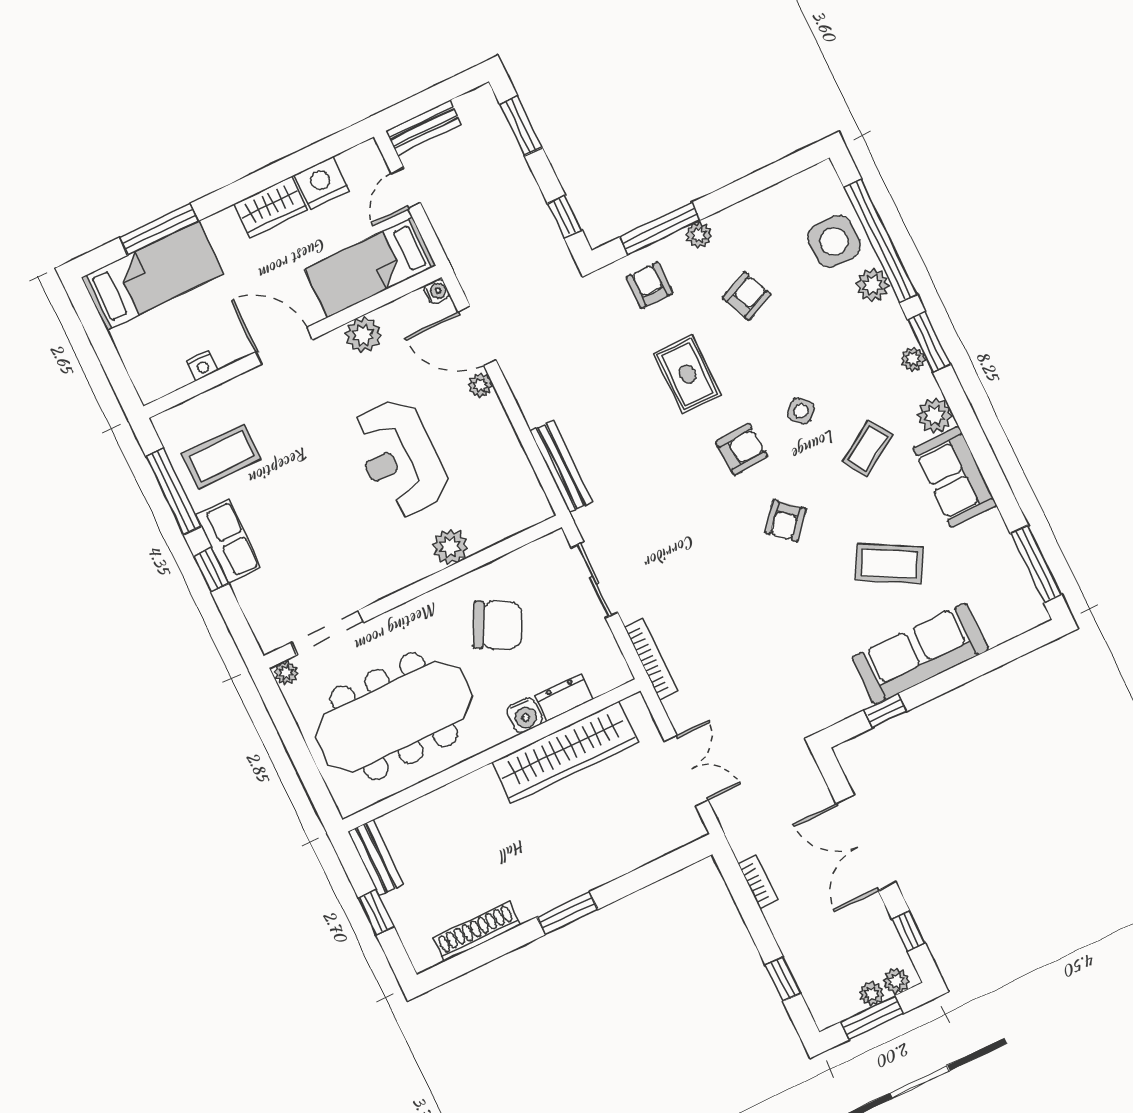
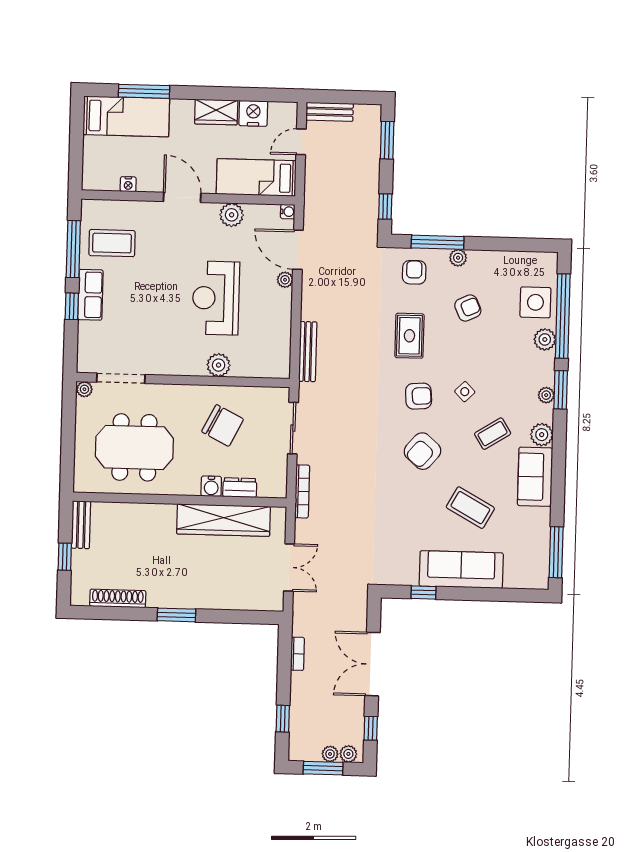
armchair: (785, 521) -> (422, 451), width x1.38, depth x1.38
meeting table: (394, 716) -> (134, 447), width x0.73

